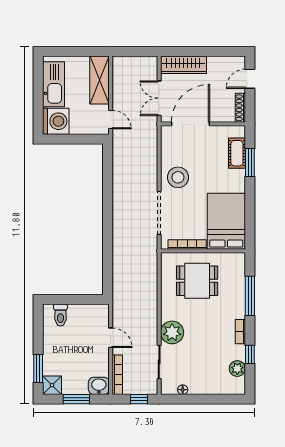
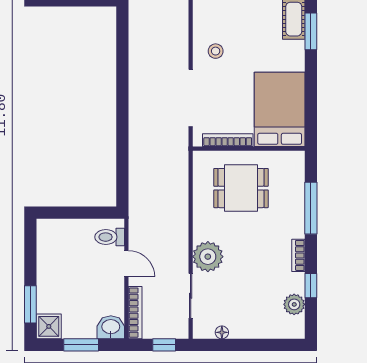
stool: (178, 177) -> (216, 51), width x0.53, depth x0.53
toilet: (60, 315) -> (110, 237), moved, turned 90

